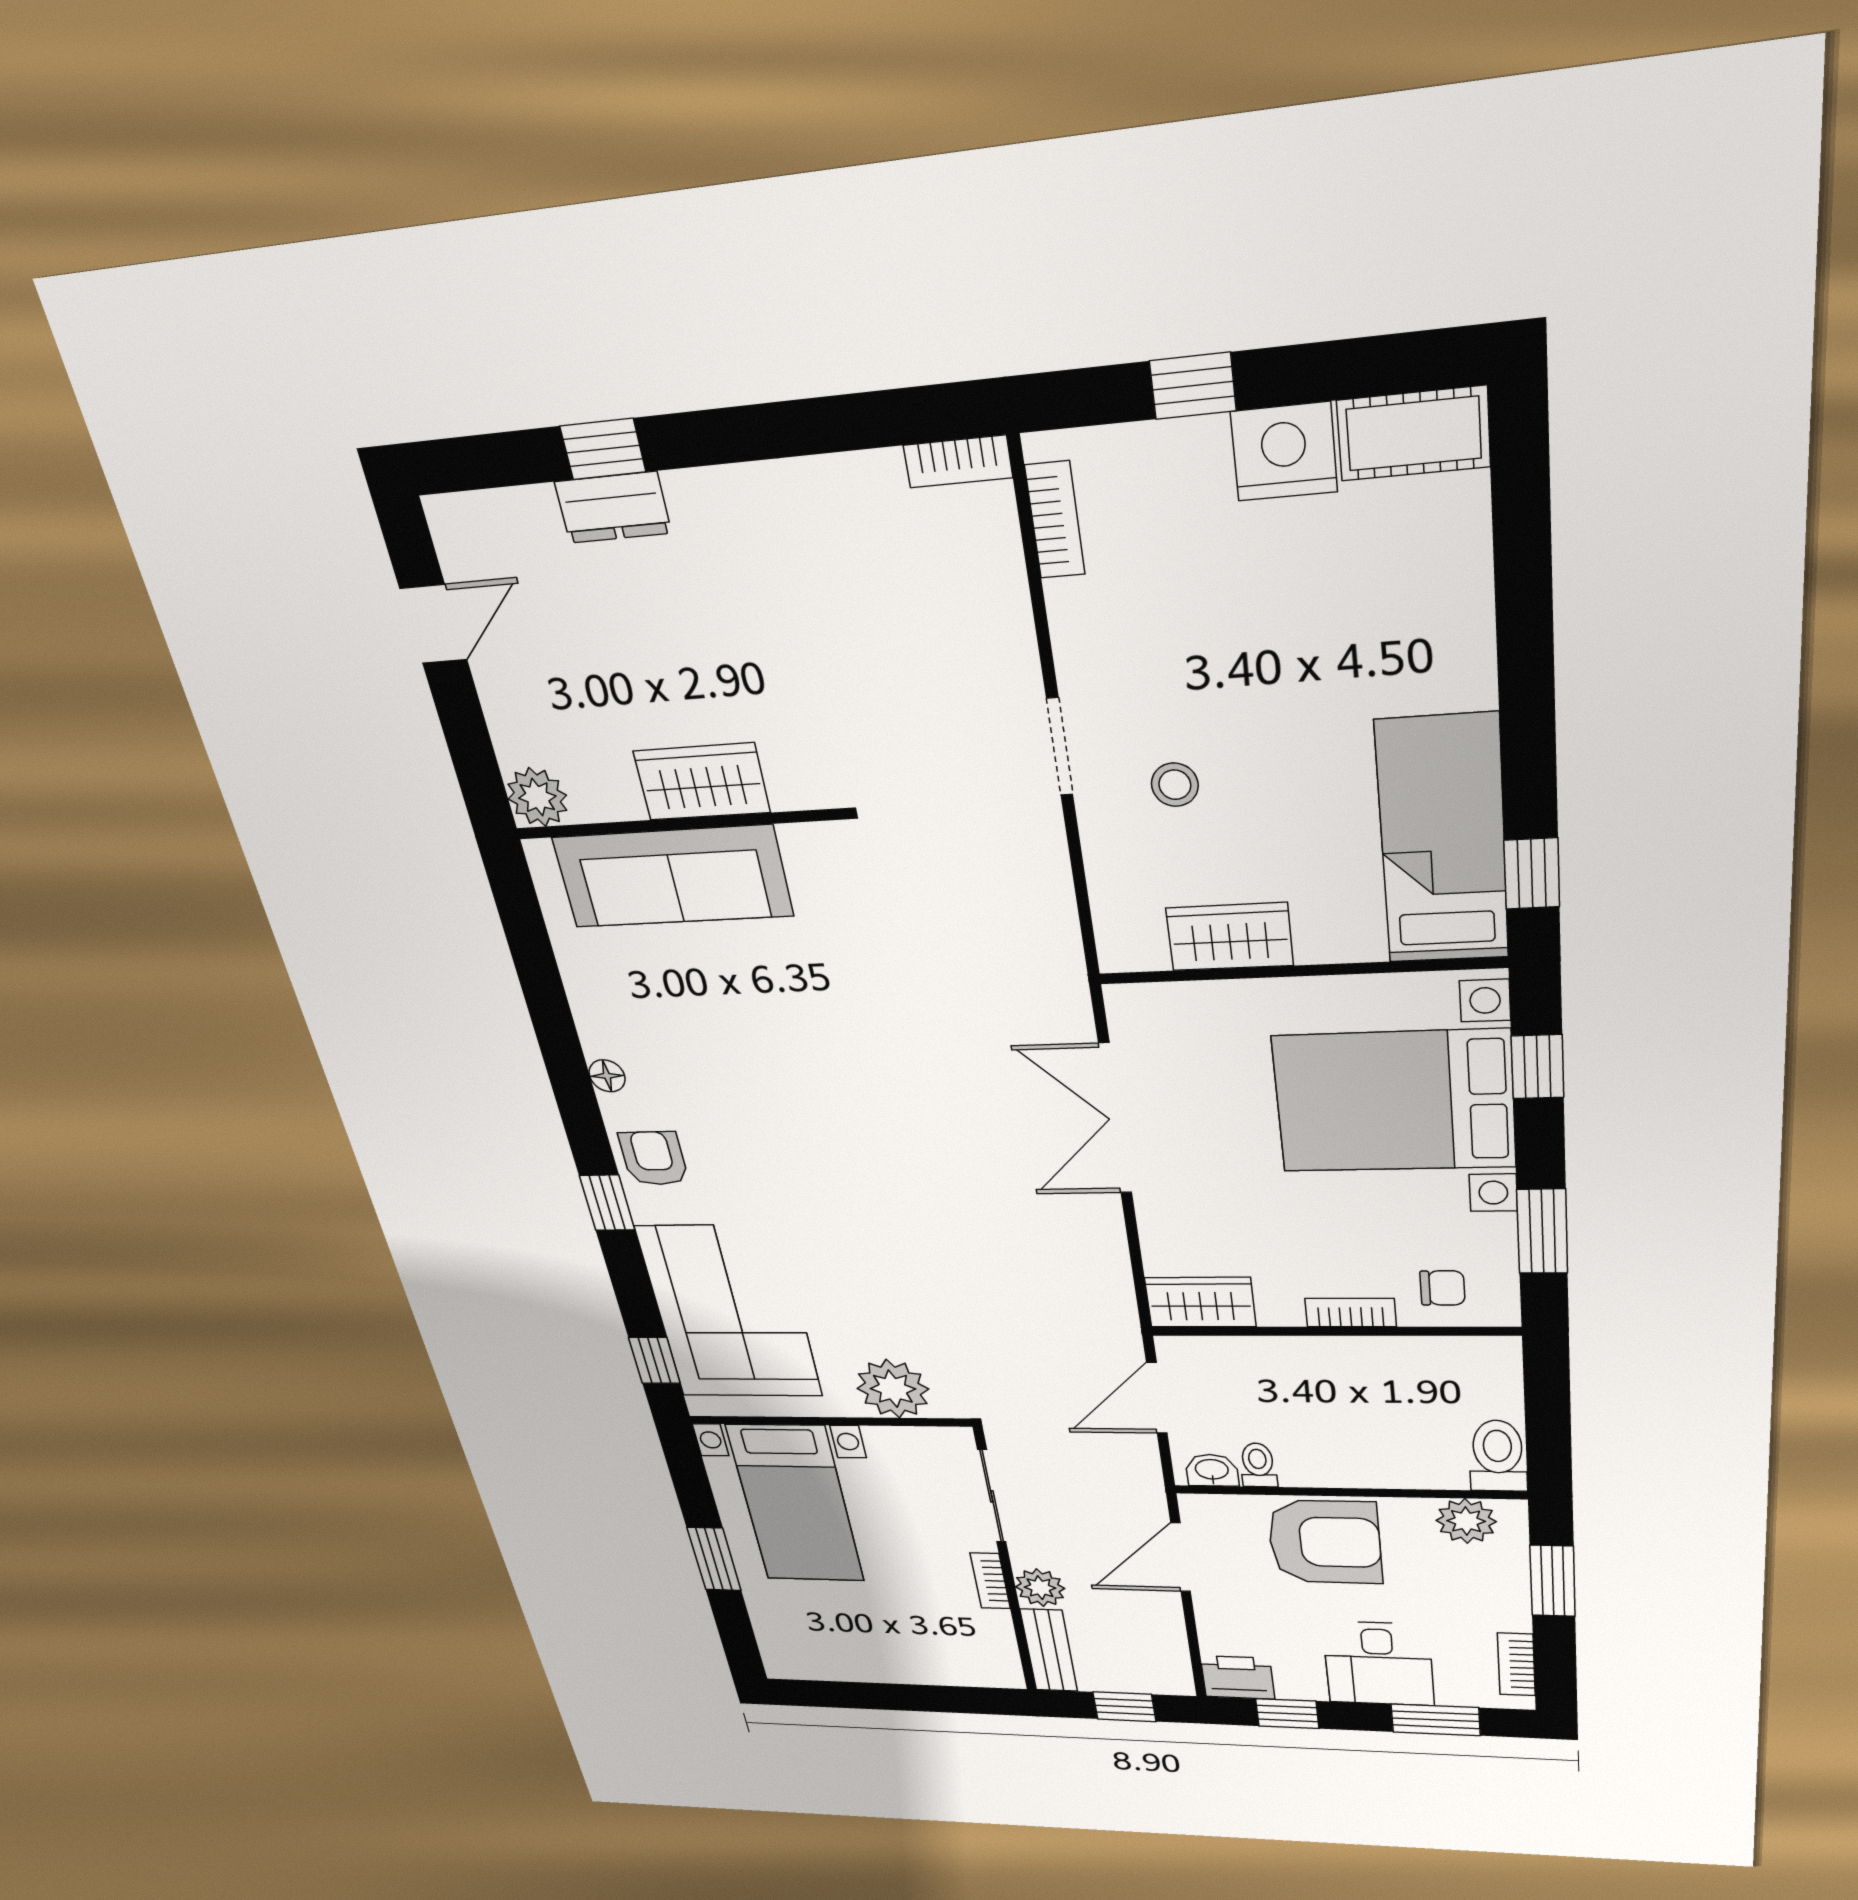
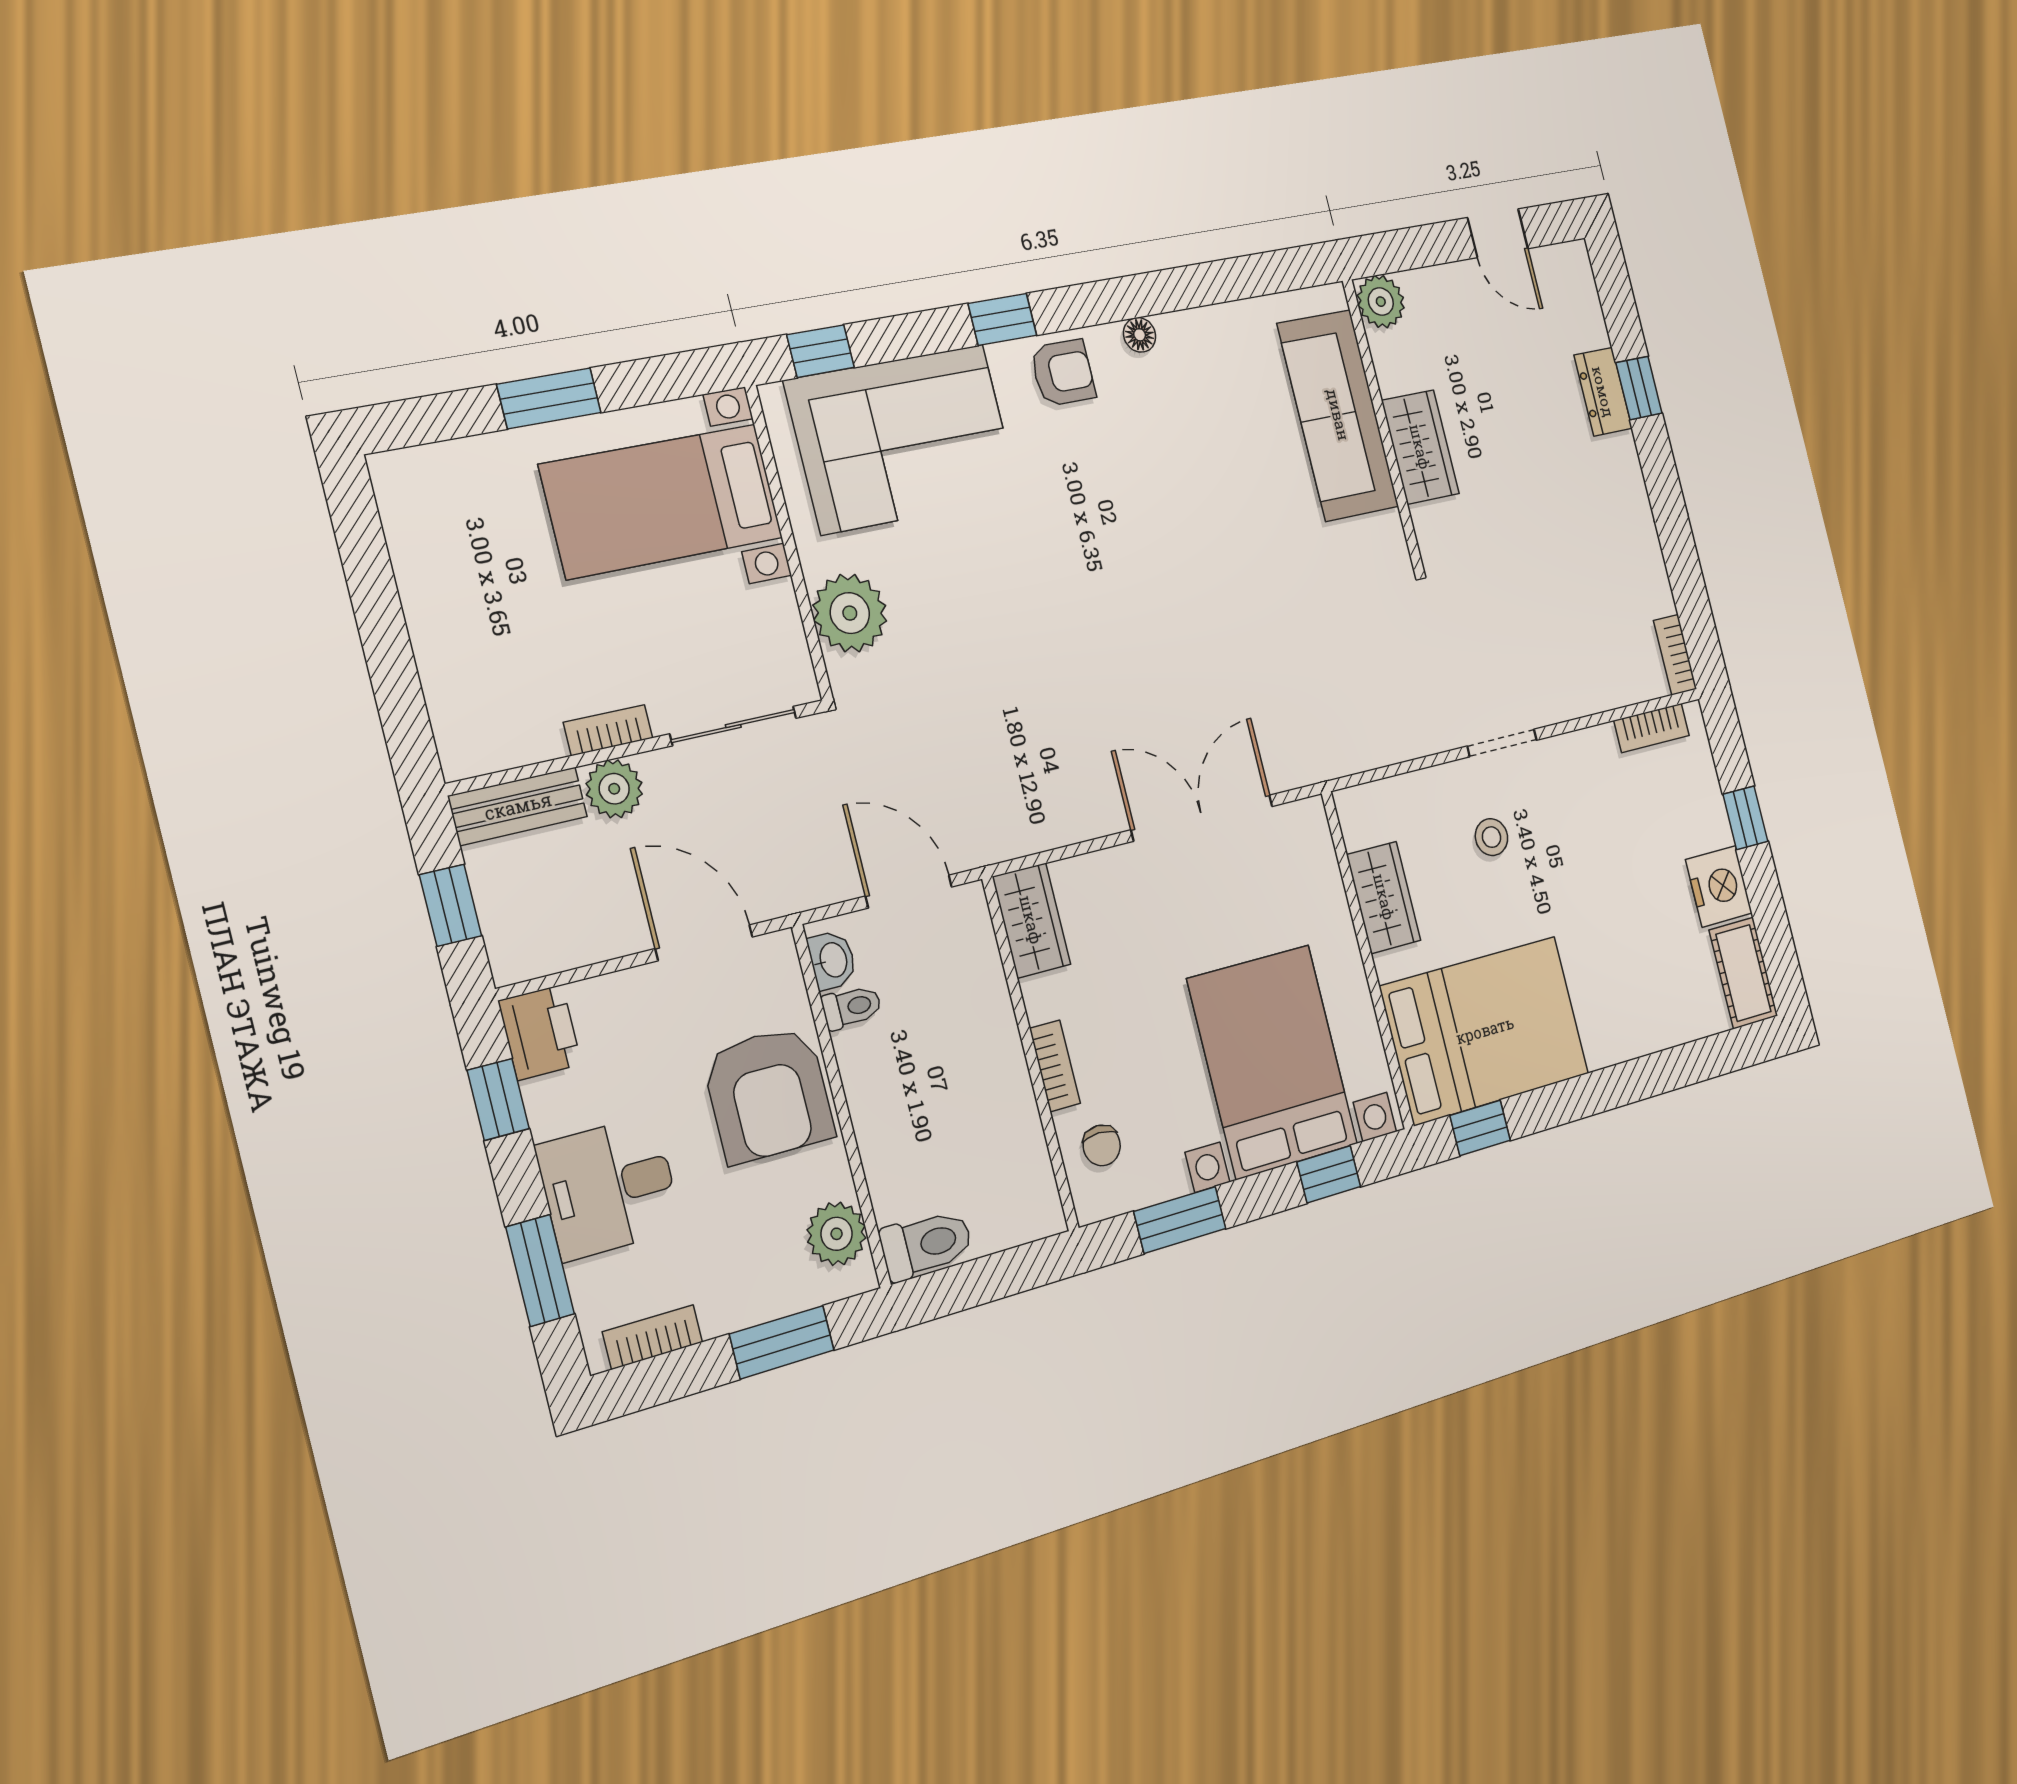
bed: (1443, 841) -> (1485, 1030), width x1.50

